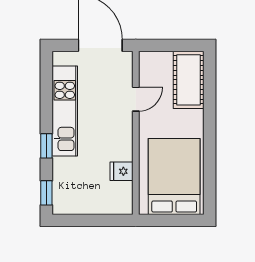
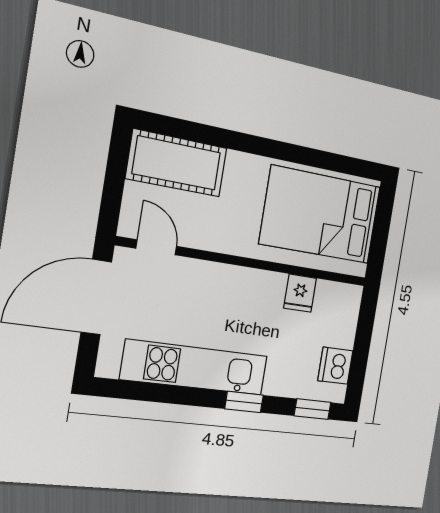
door: (136, 99) -> (156, 247), moved
dishwasher: (77, 204) -> (335, 366), added

